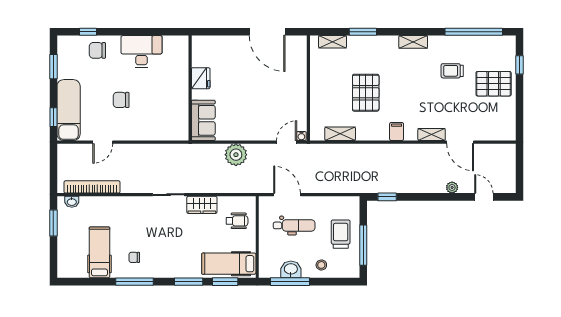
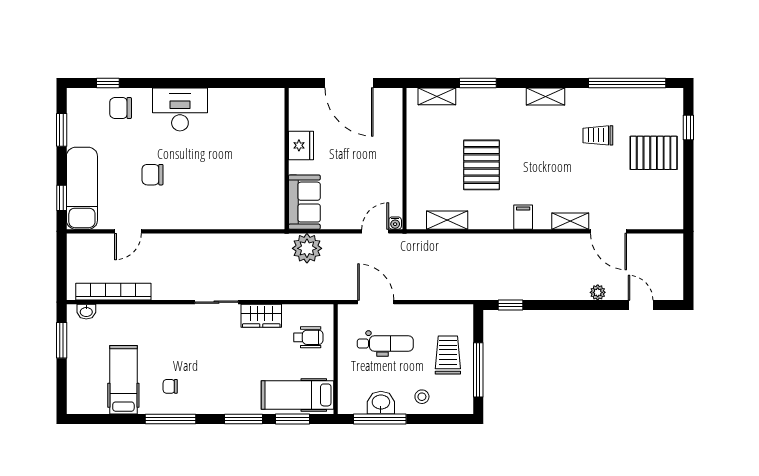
fridge: (201, 78) -> (301, 145), moved
wall: (190, 88) -> (287, 159), moved
sofa: (203, 120) -> (304, 202), moved

